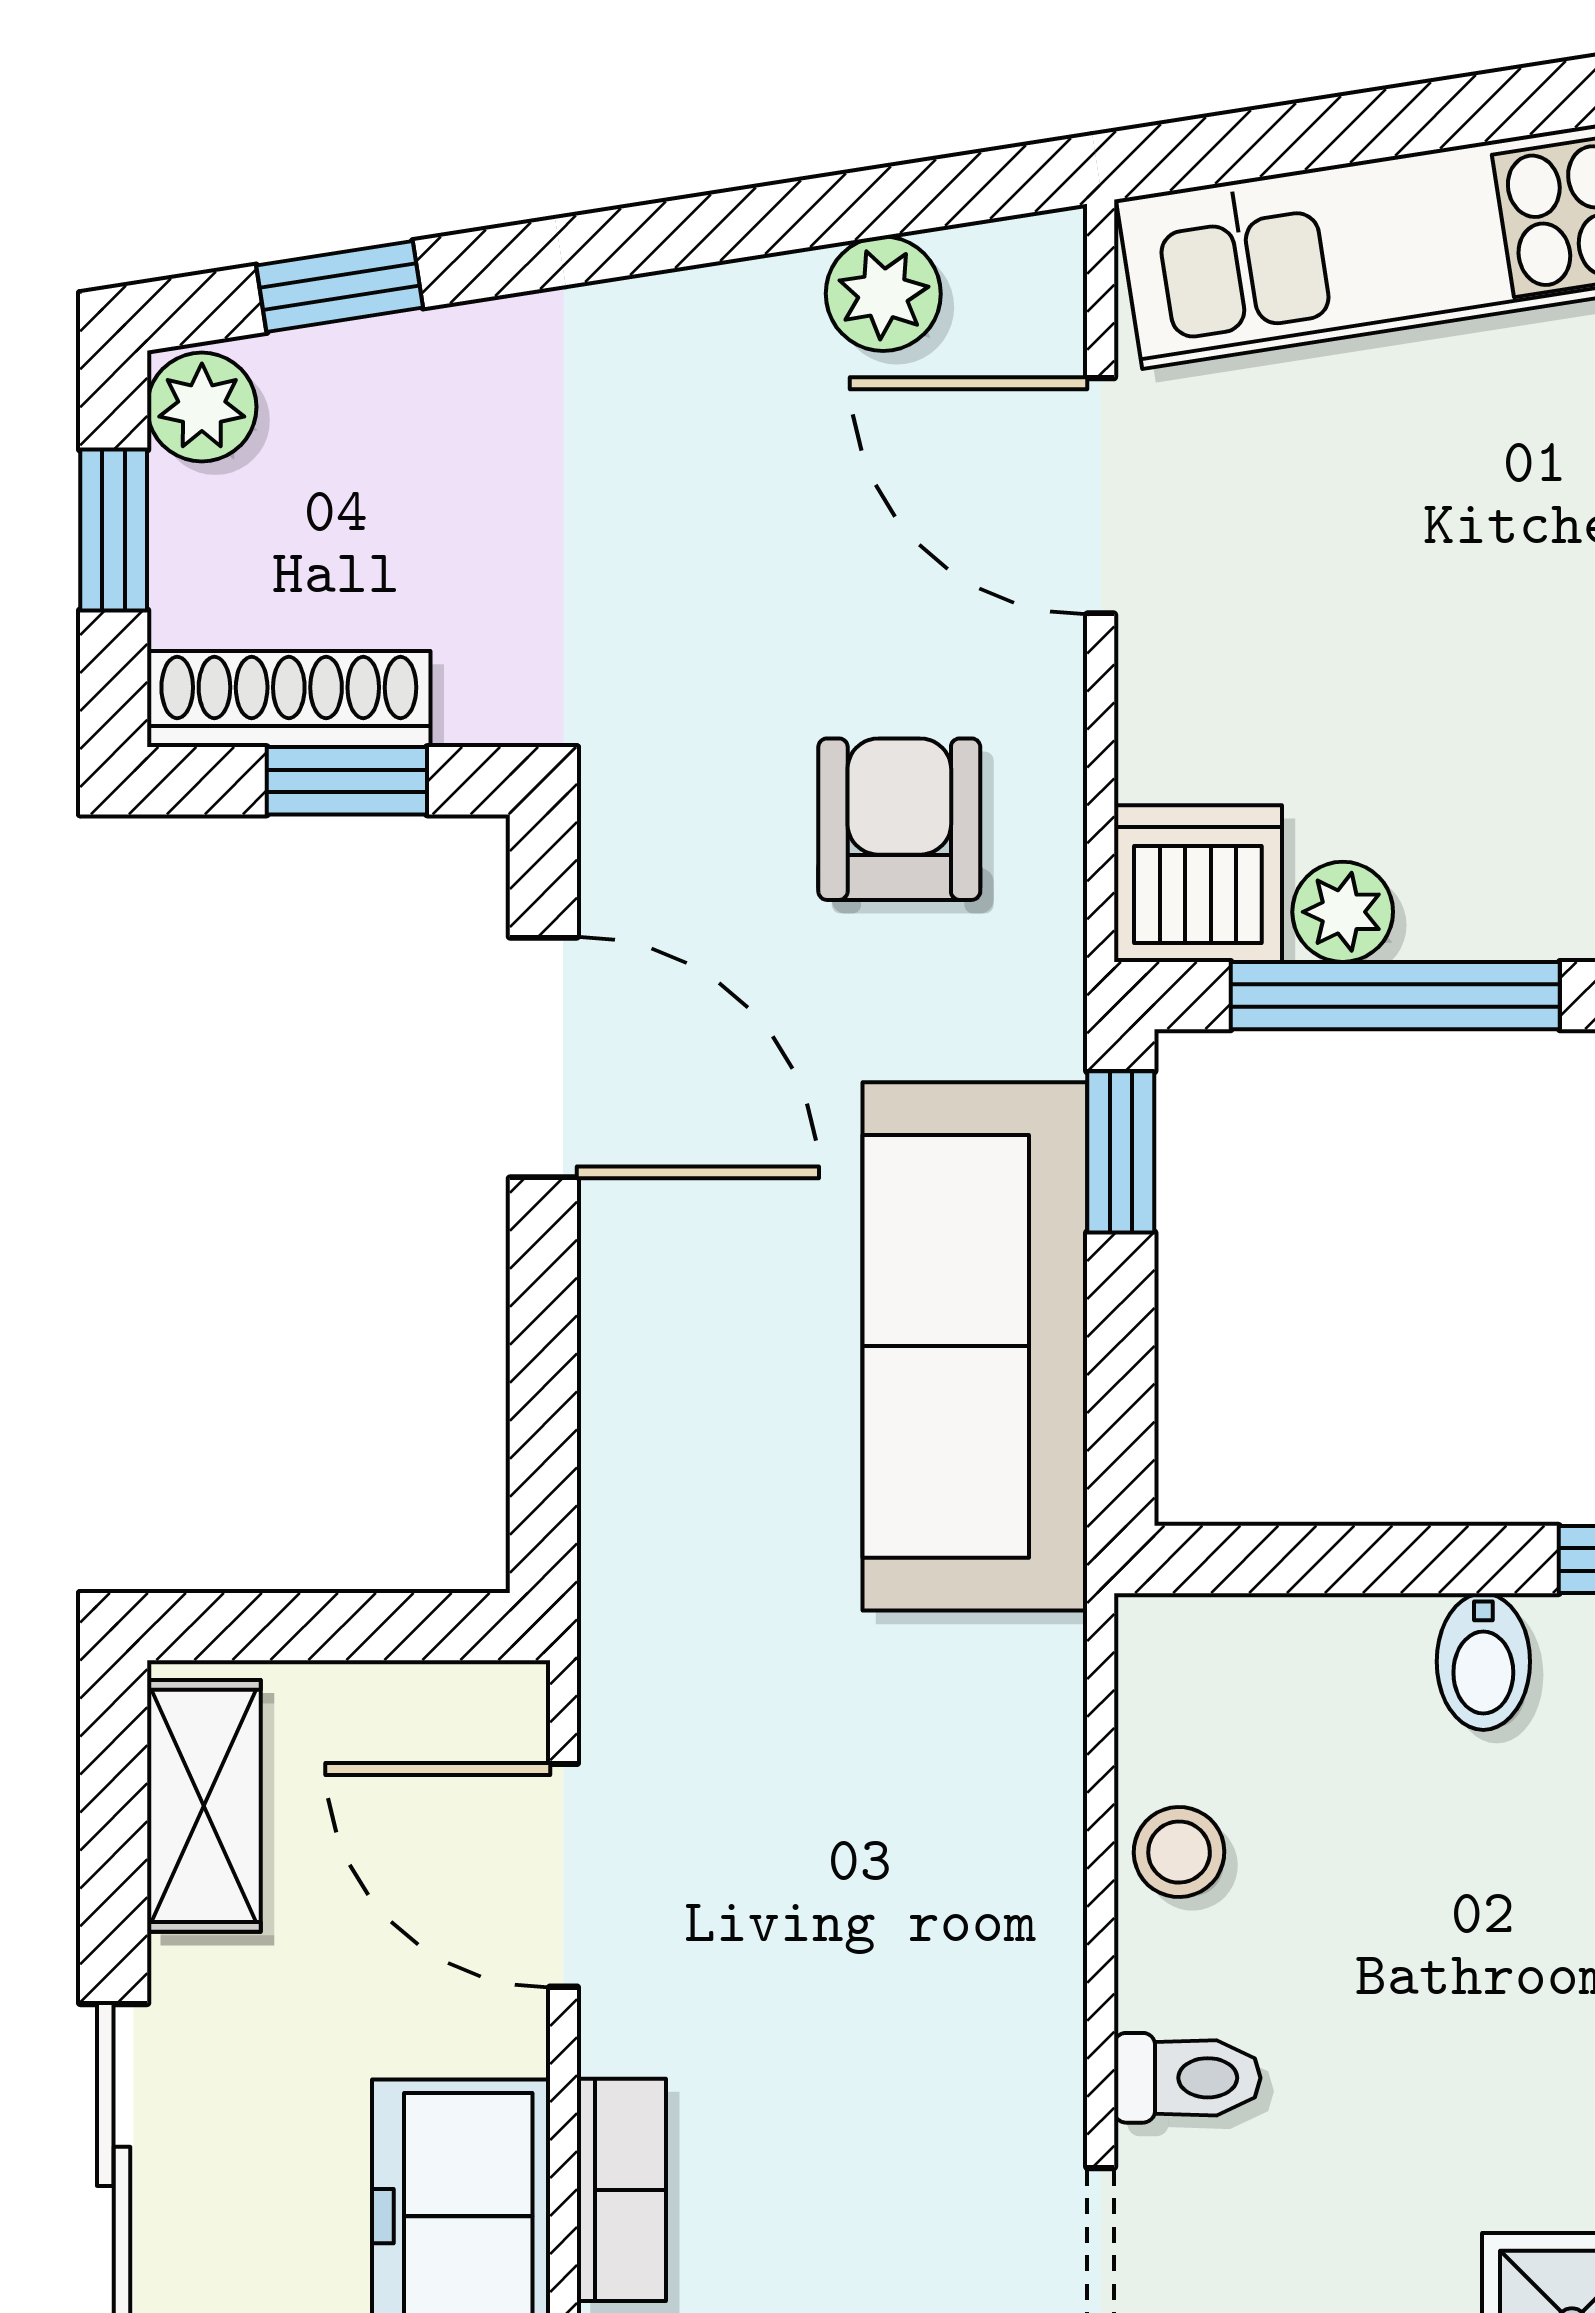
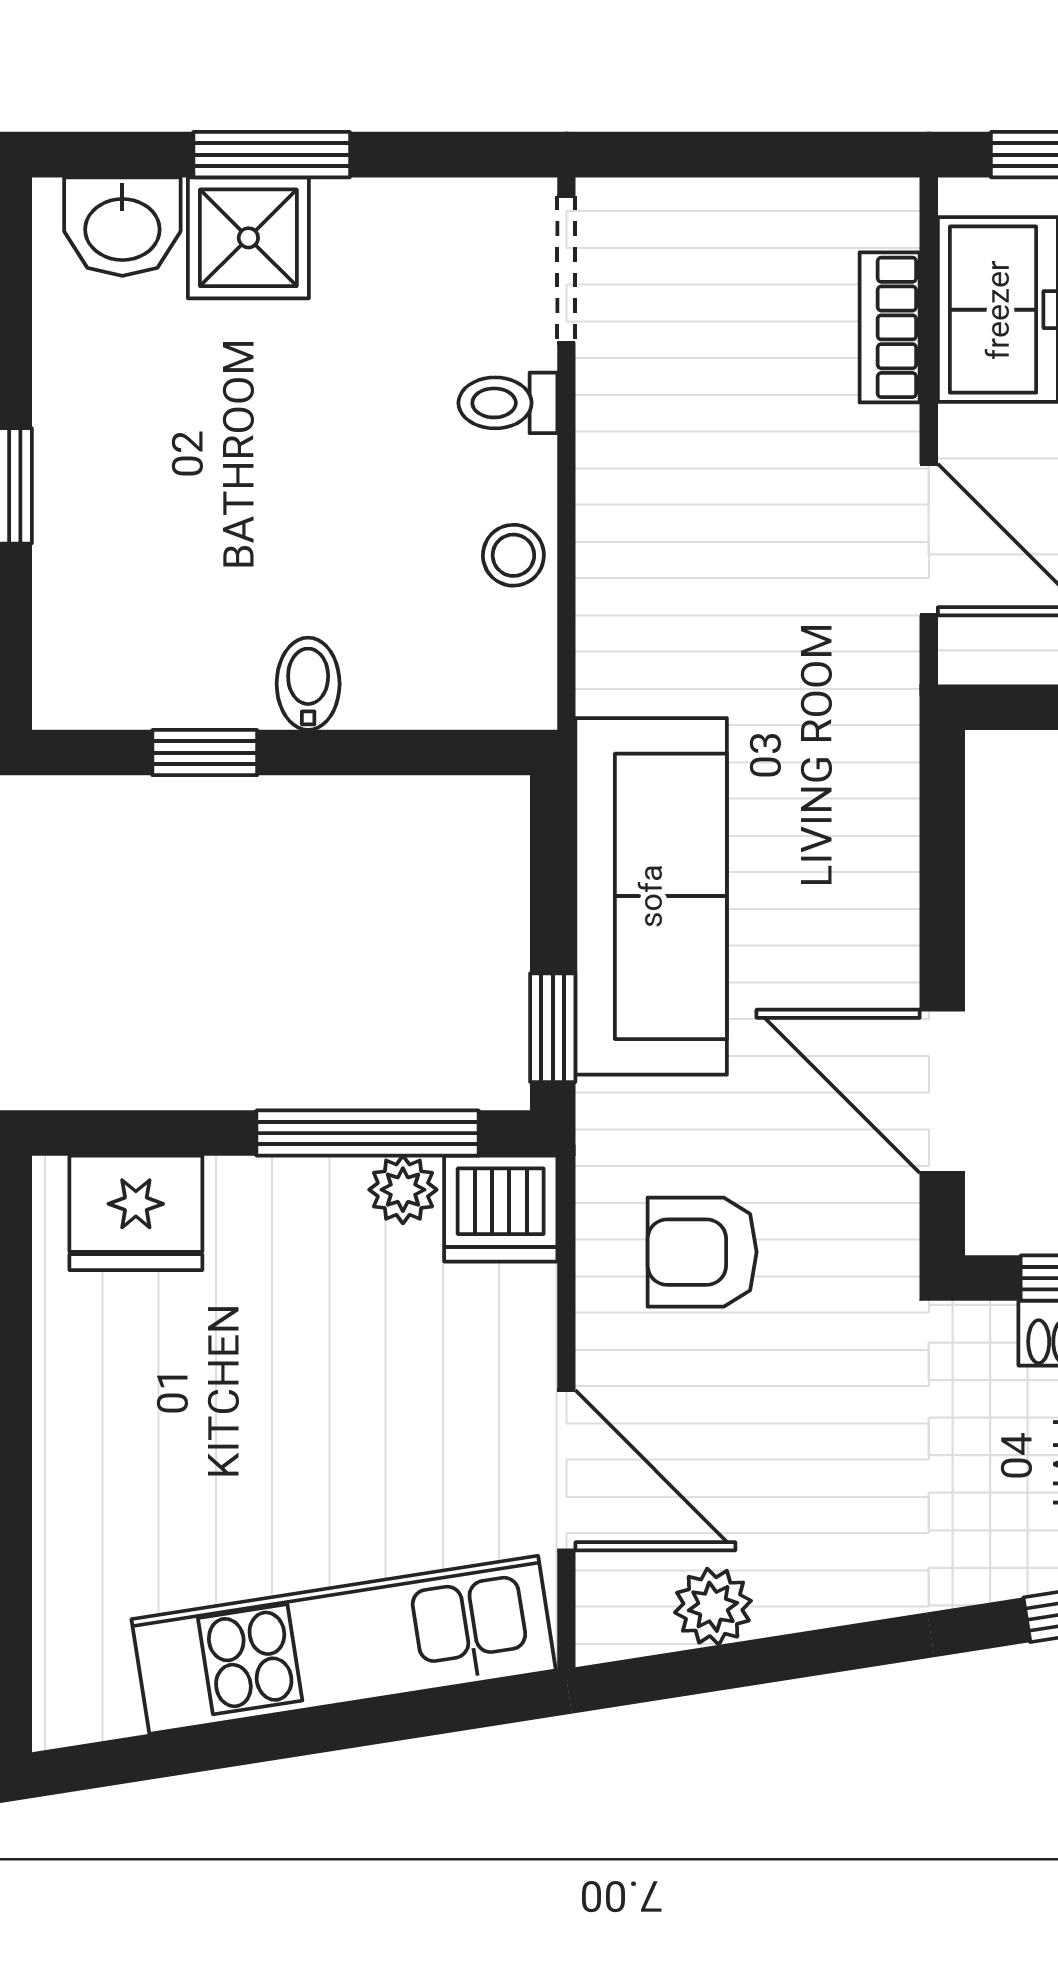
armchair: (899, 819) -> (702, 1252), turned 90

